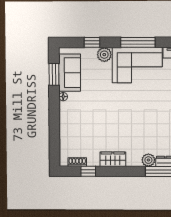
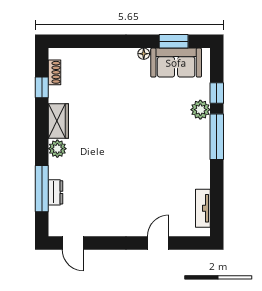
window: (138, 42) -> (217, 137), moved
corner sofa: (137, 65) -> (186, 154), removed
plant: (148, 160) -> (57, 149), moved

